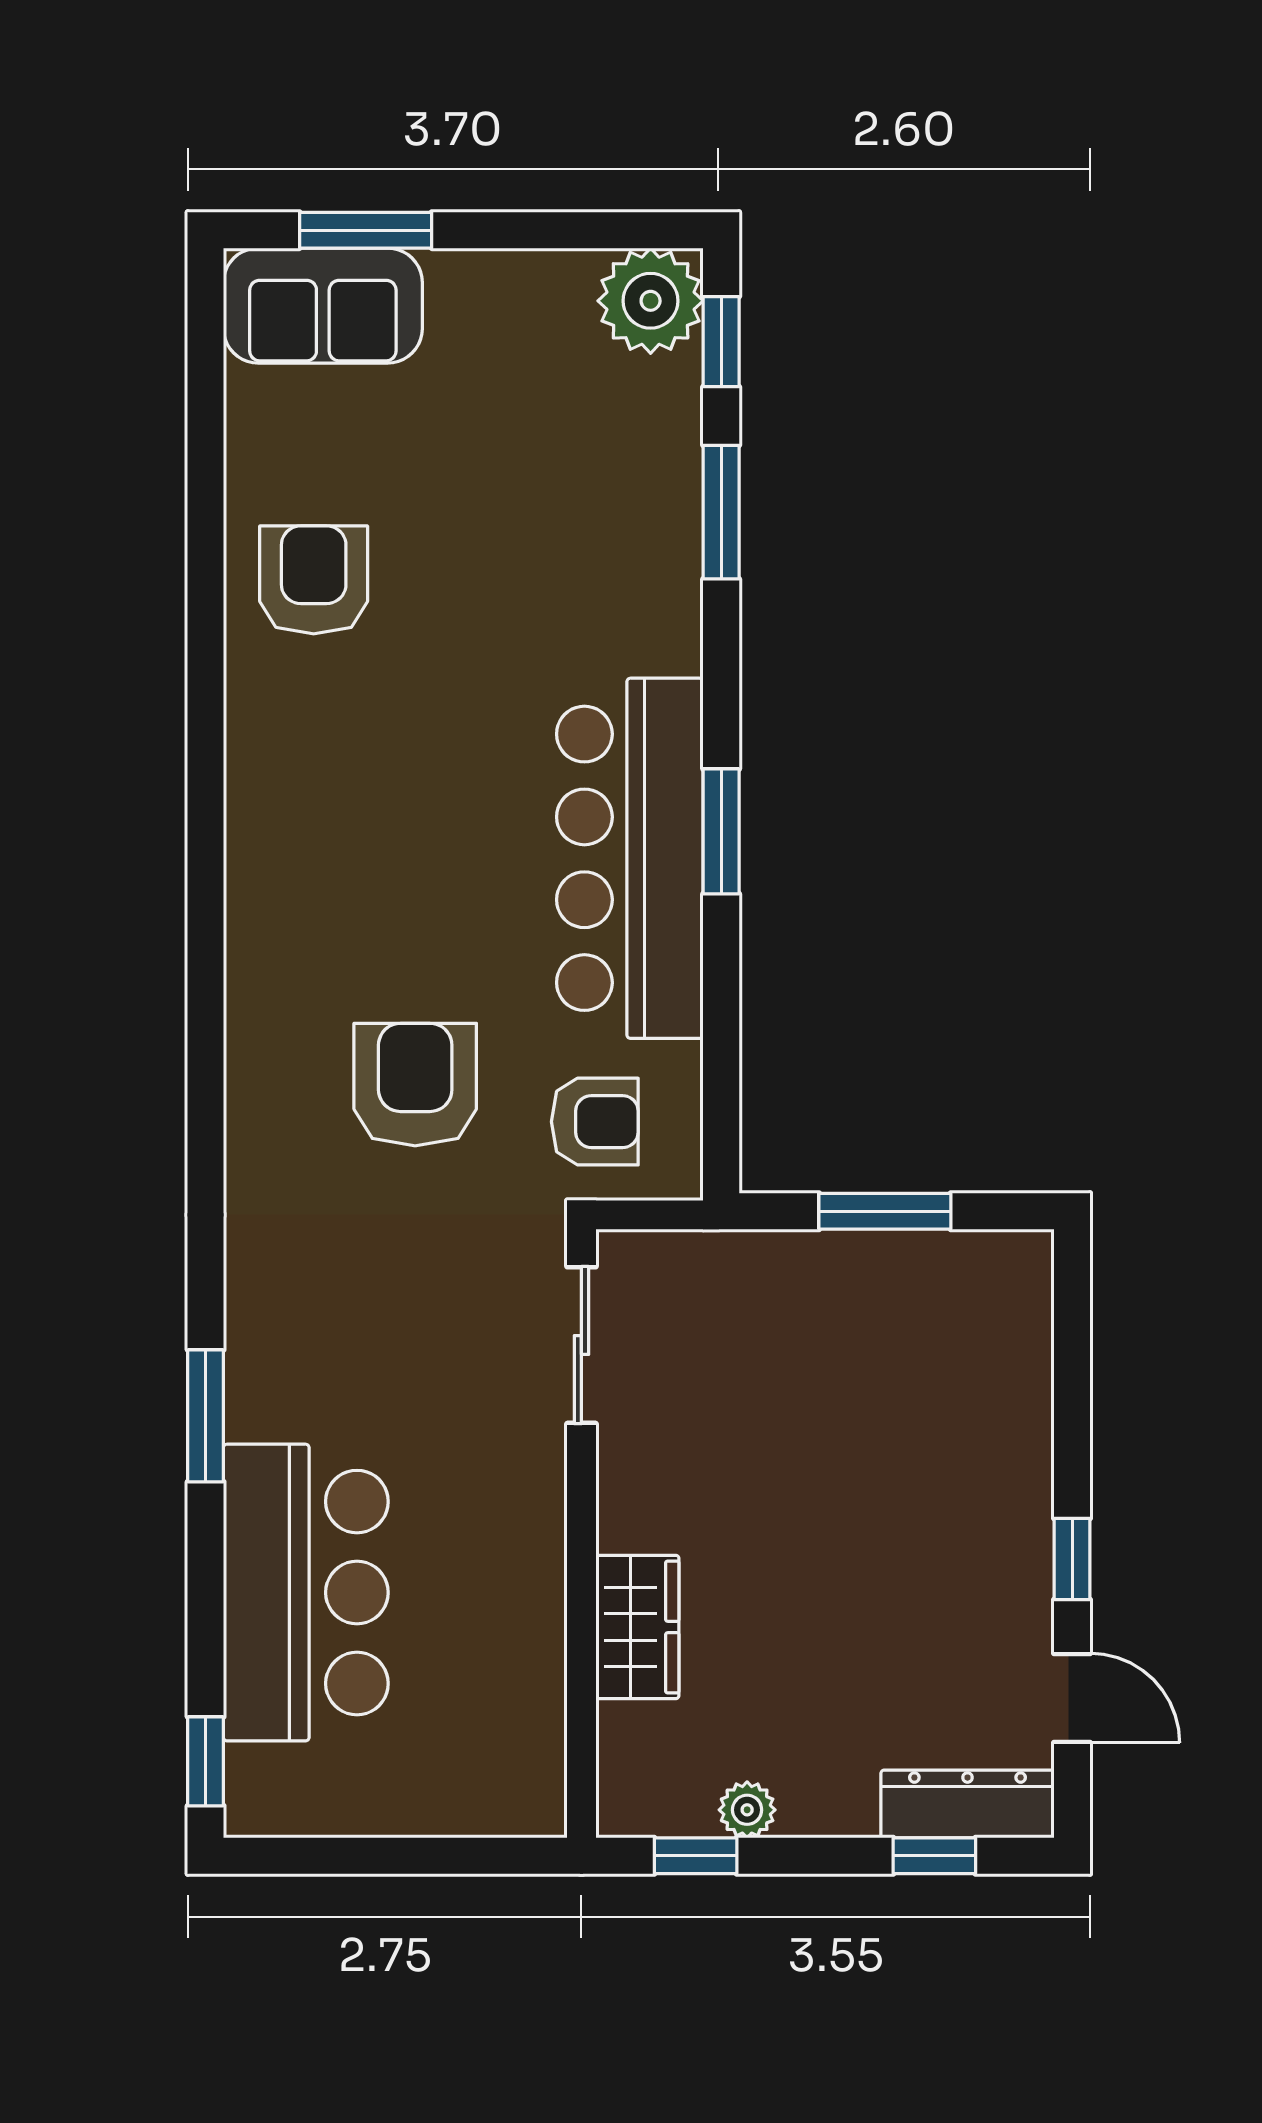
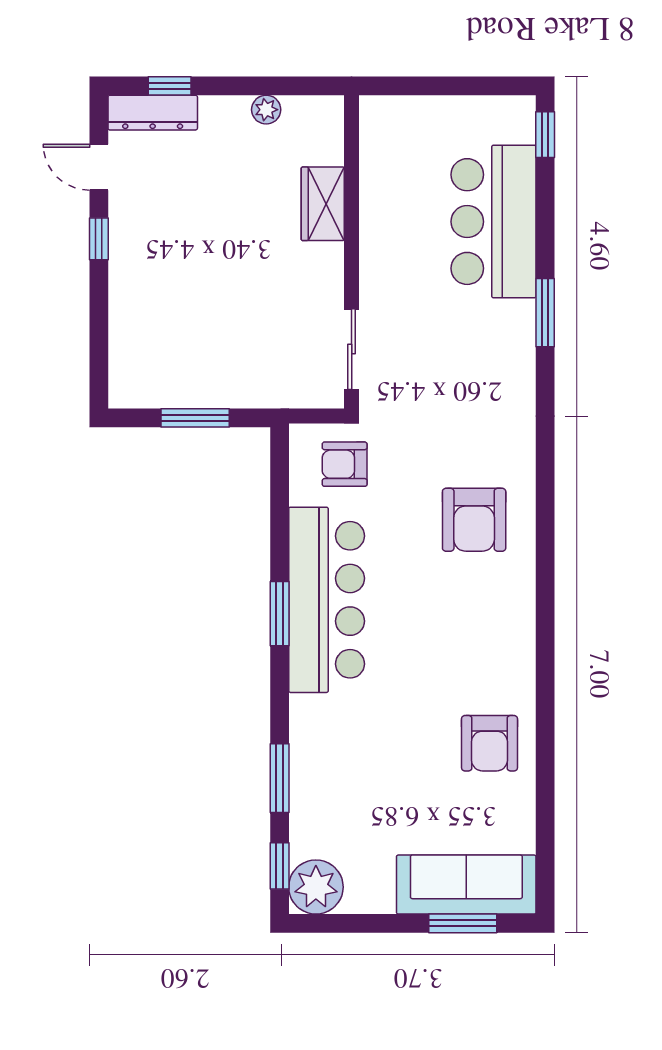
sofa: (323, 306) -> (466, 885), width x1.36
armchair: (415, 1085) -> (474, 520), moved
window: (696, 1856) -> (293, 86), removed

